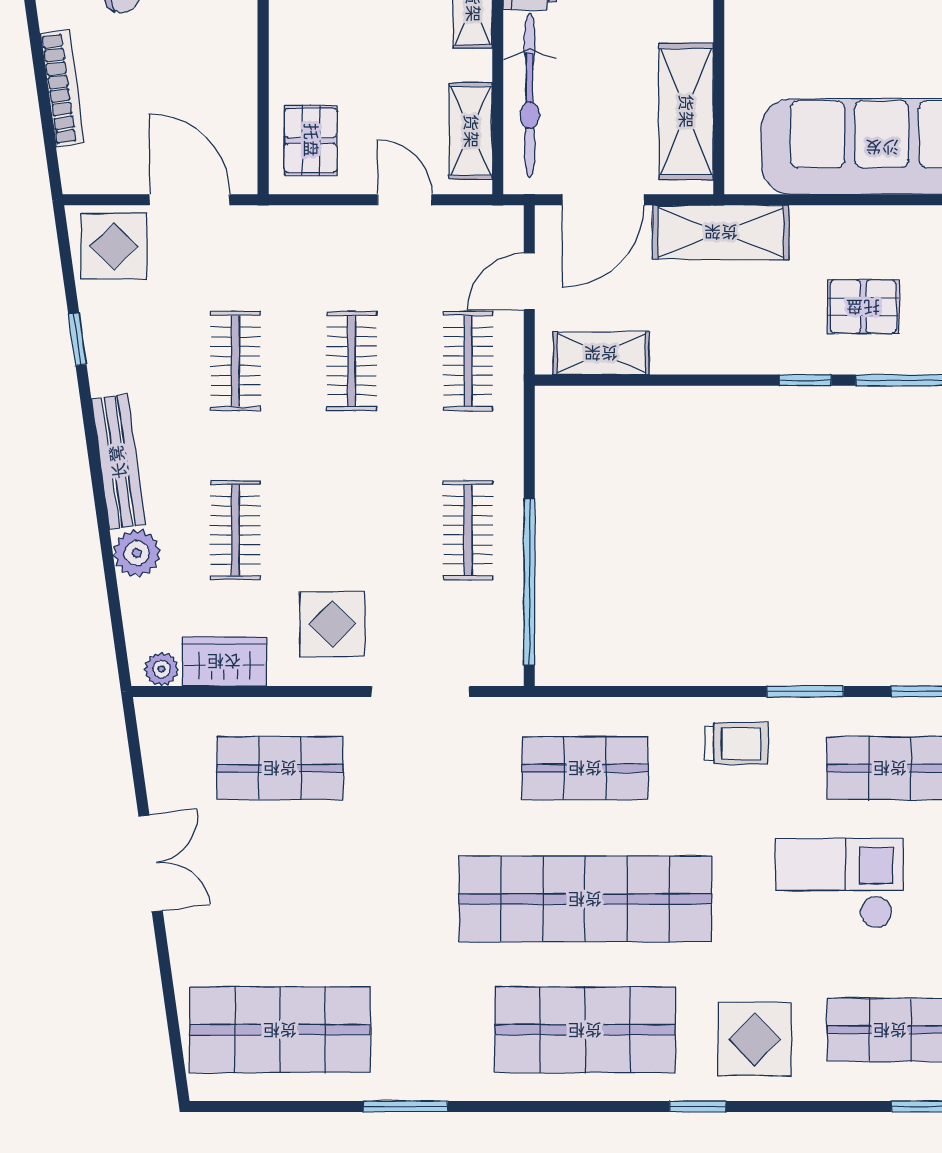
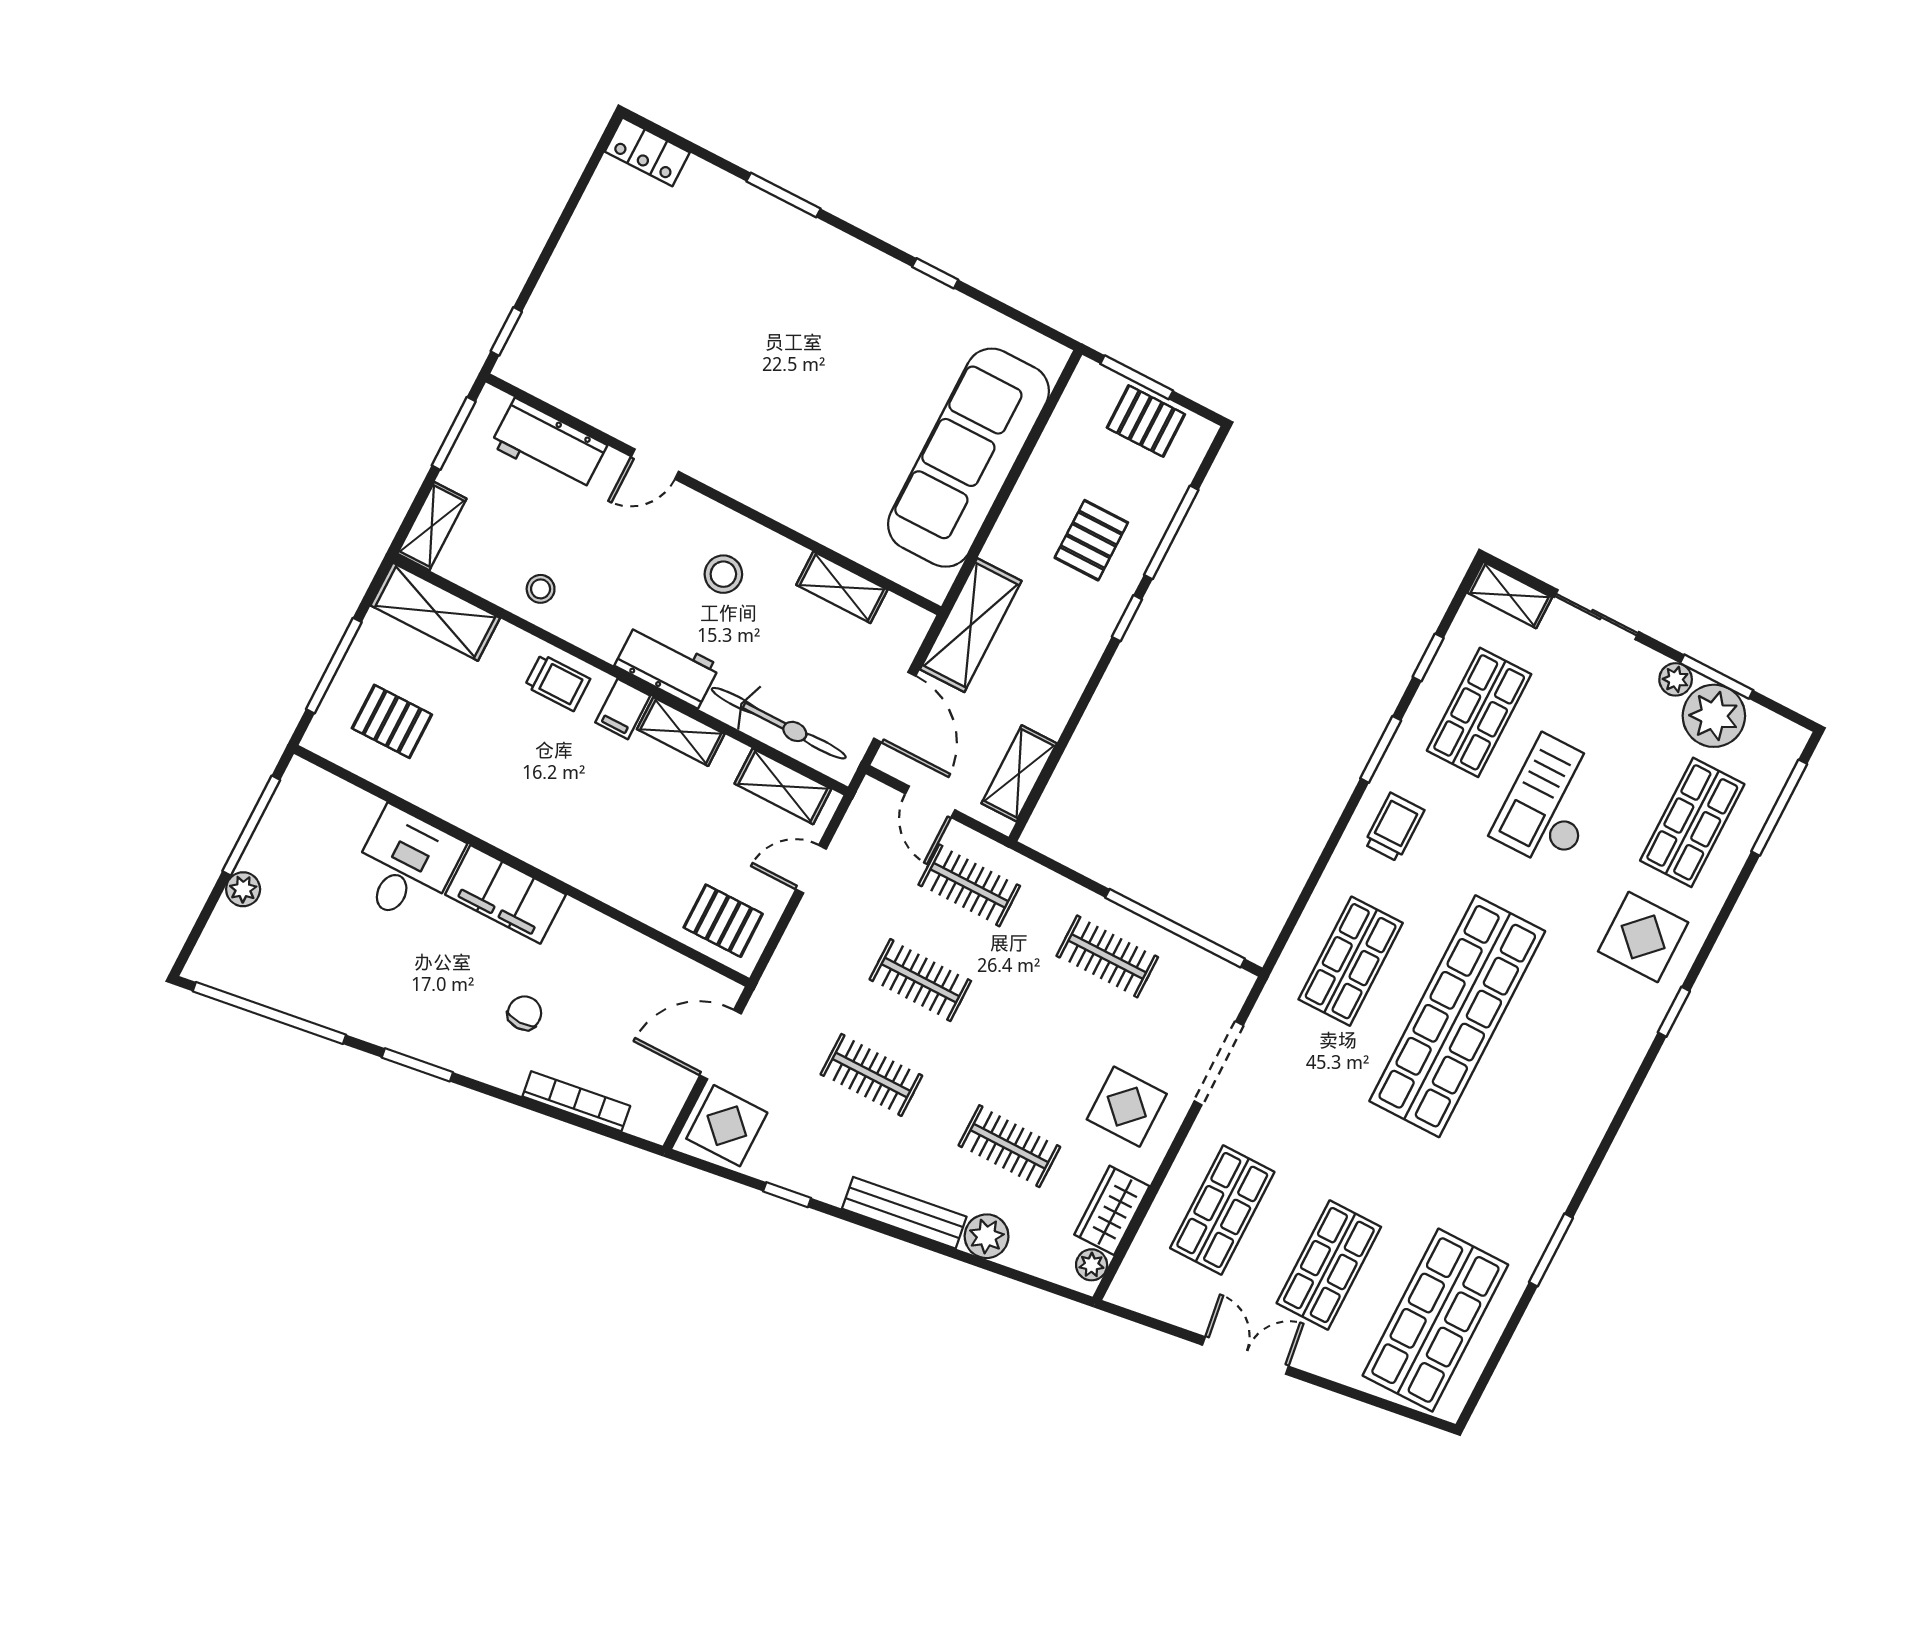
shelving: (686, 111) -> (842, 587), width x0.67, depth x0.75
shop shelf: (585, 1030) -> (1329, 1265), moved, width x0.70, depth x0.74

